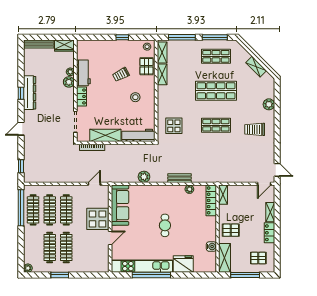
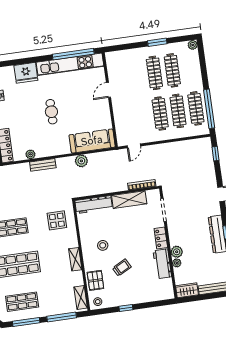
shelving: (162, 74) -> (75, 259), moved
sofa: (120, 205) -> (92, 141), moved, turned 90
display table: (97, 219) -> (125, 108), removed
window: (151, 275) -> (73, 54), moved

